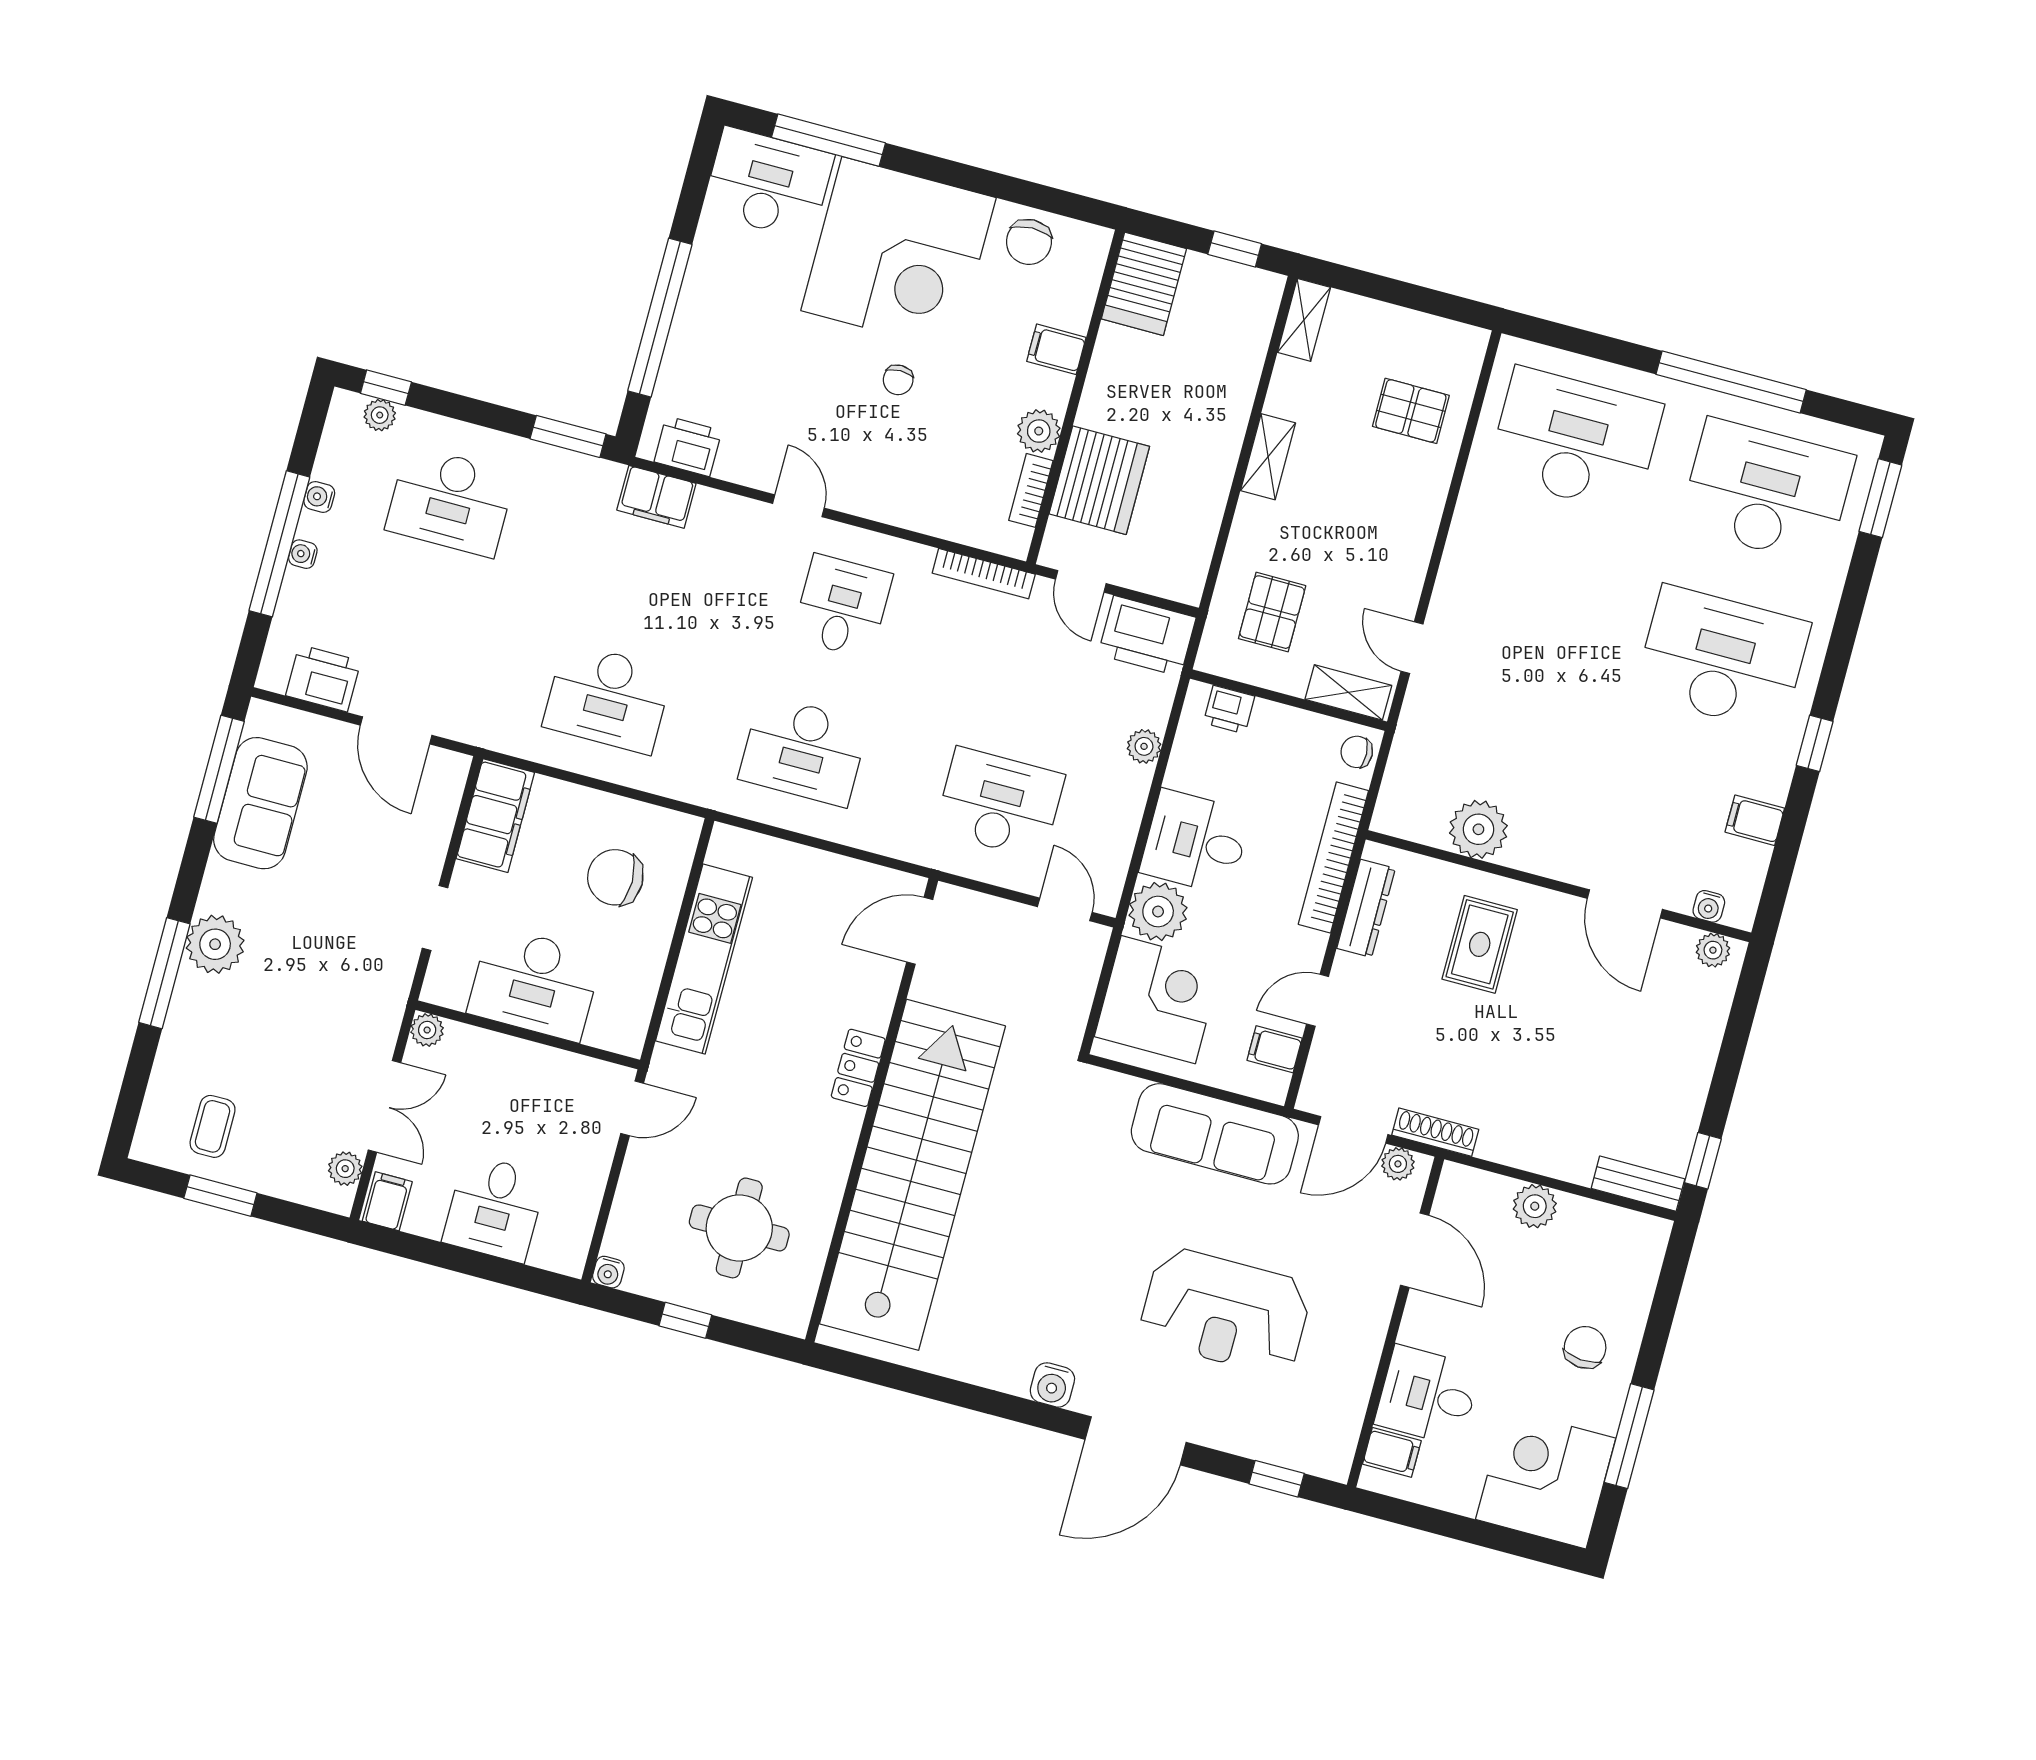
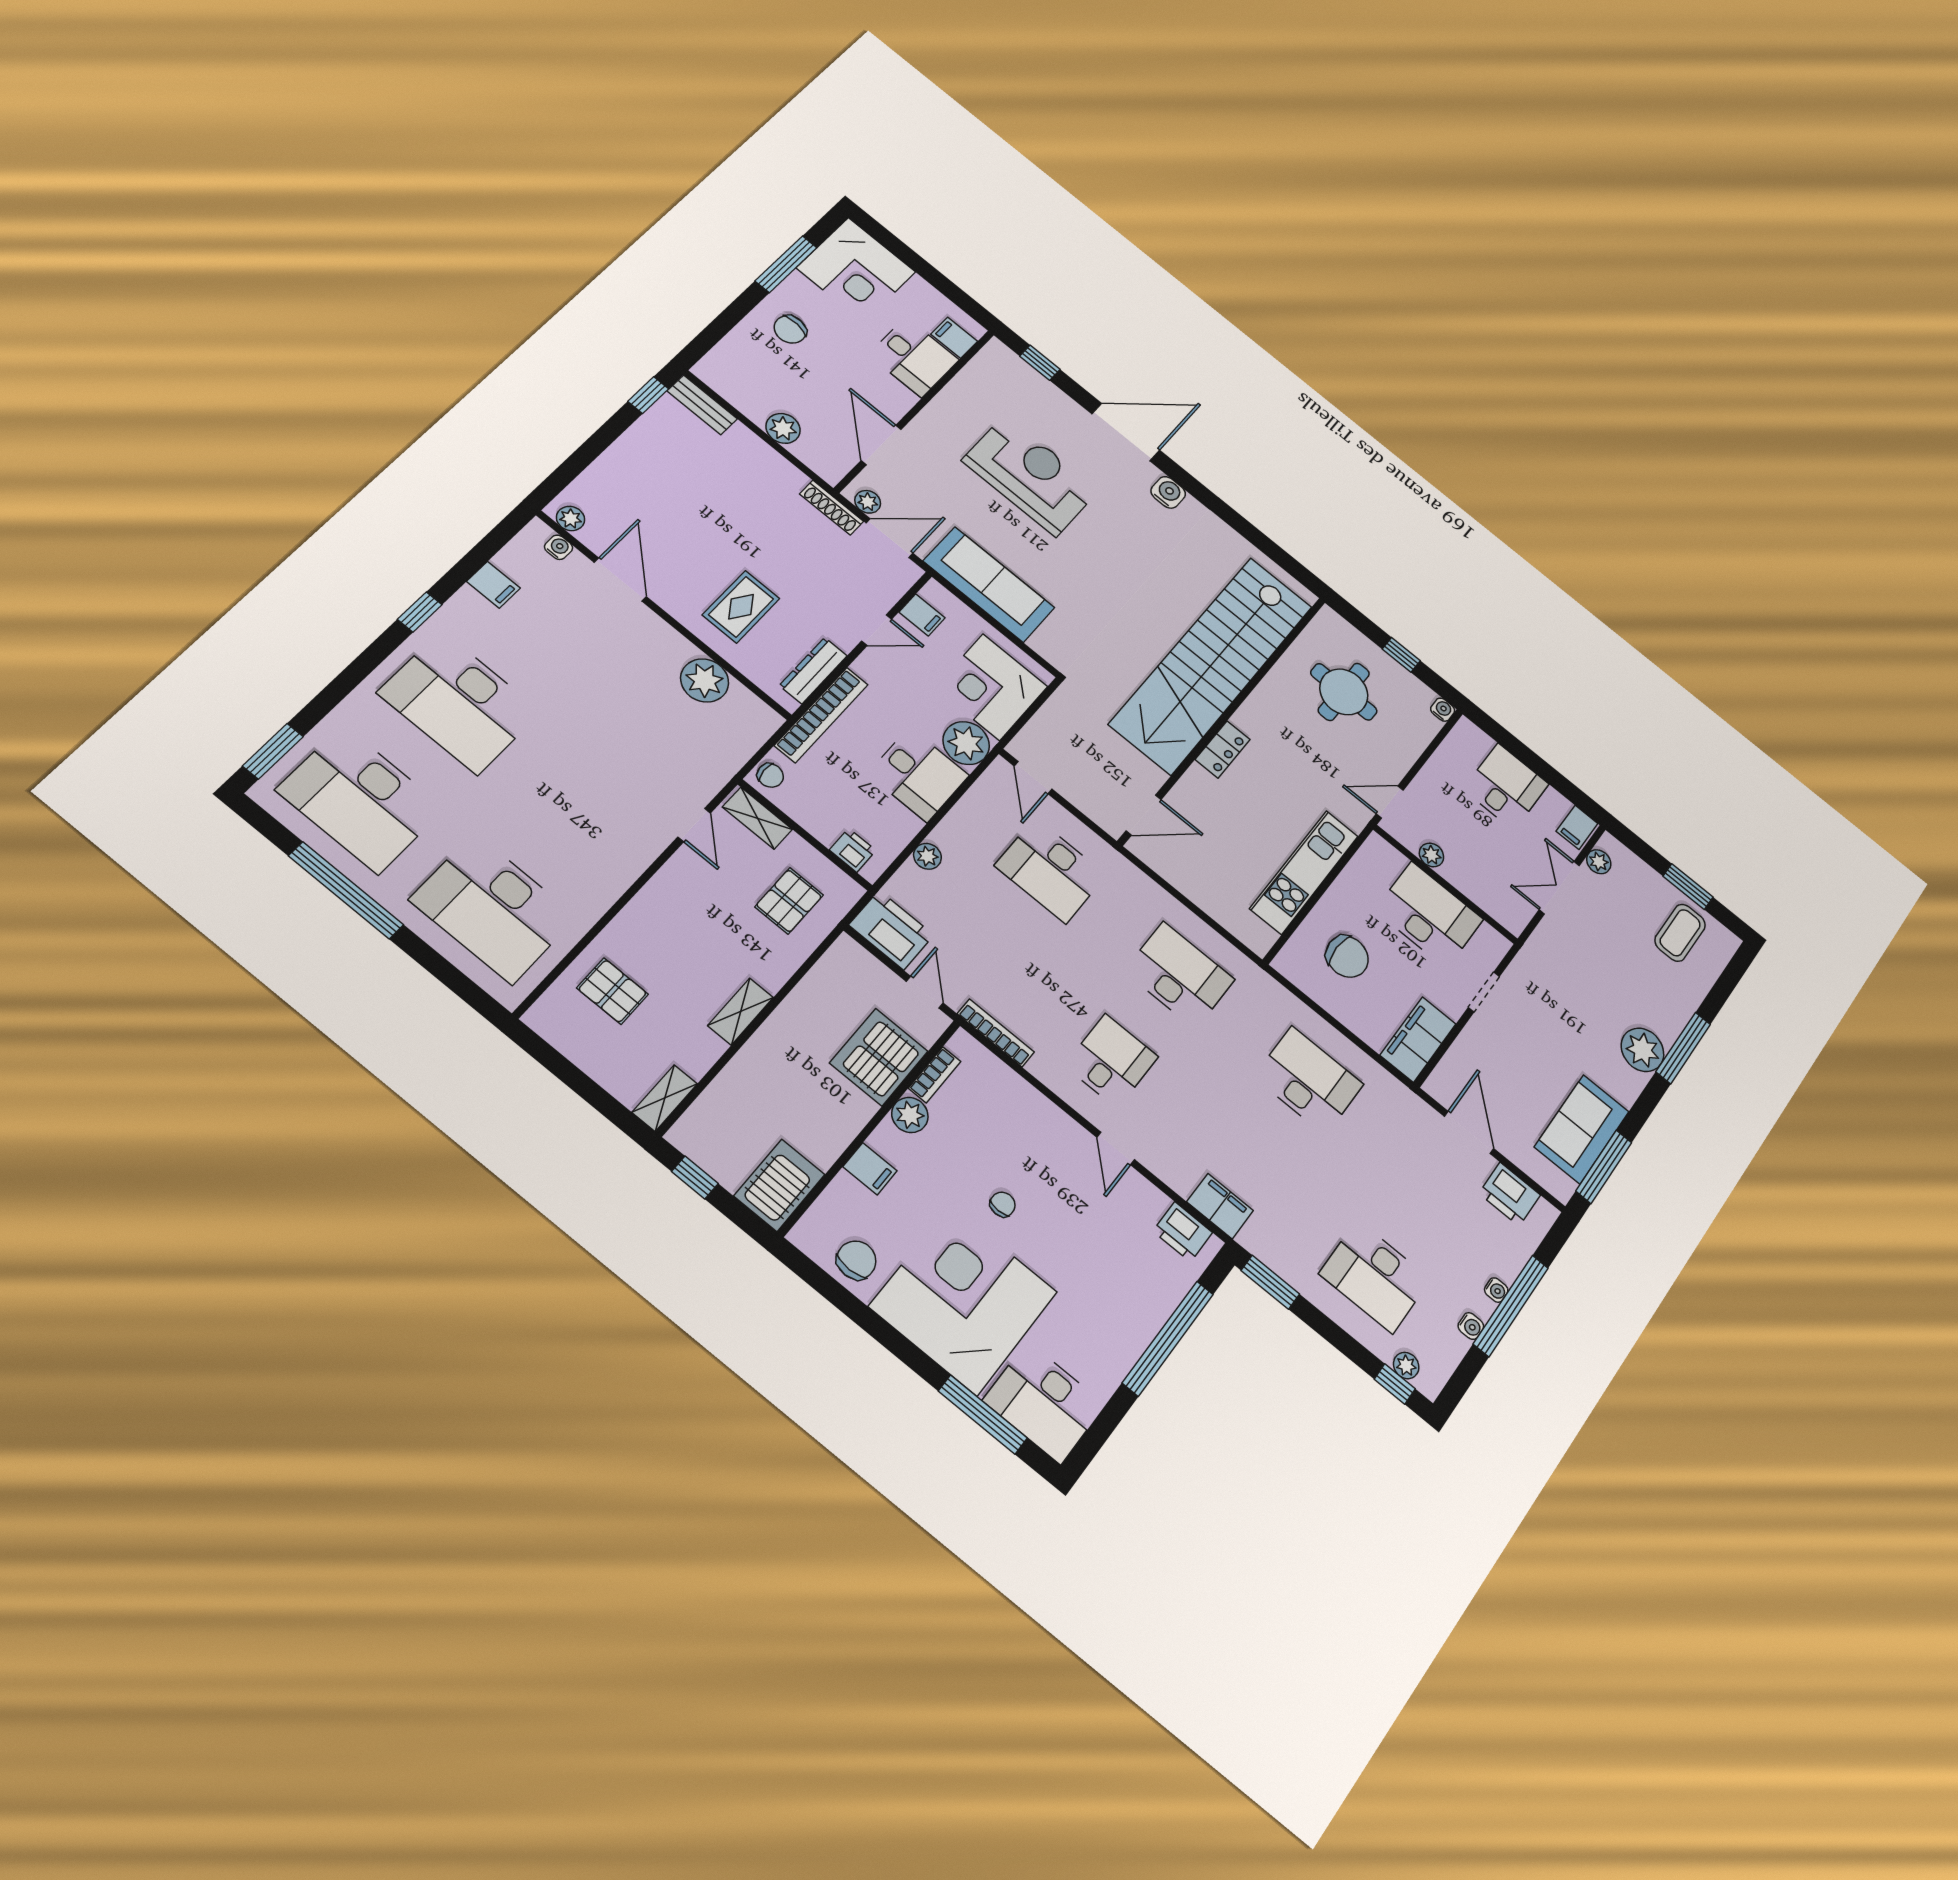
desk: (450, 501) -> (1375, 1276), turned 180
desk: (842, 606) -> (1111, 1061), turned 180
plant: (427, 1030) -> (1431, 855), moved
coffee table: (213, 1126) -> (1680, 933), width x1.36, depth x1.30

